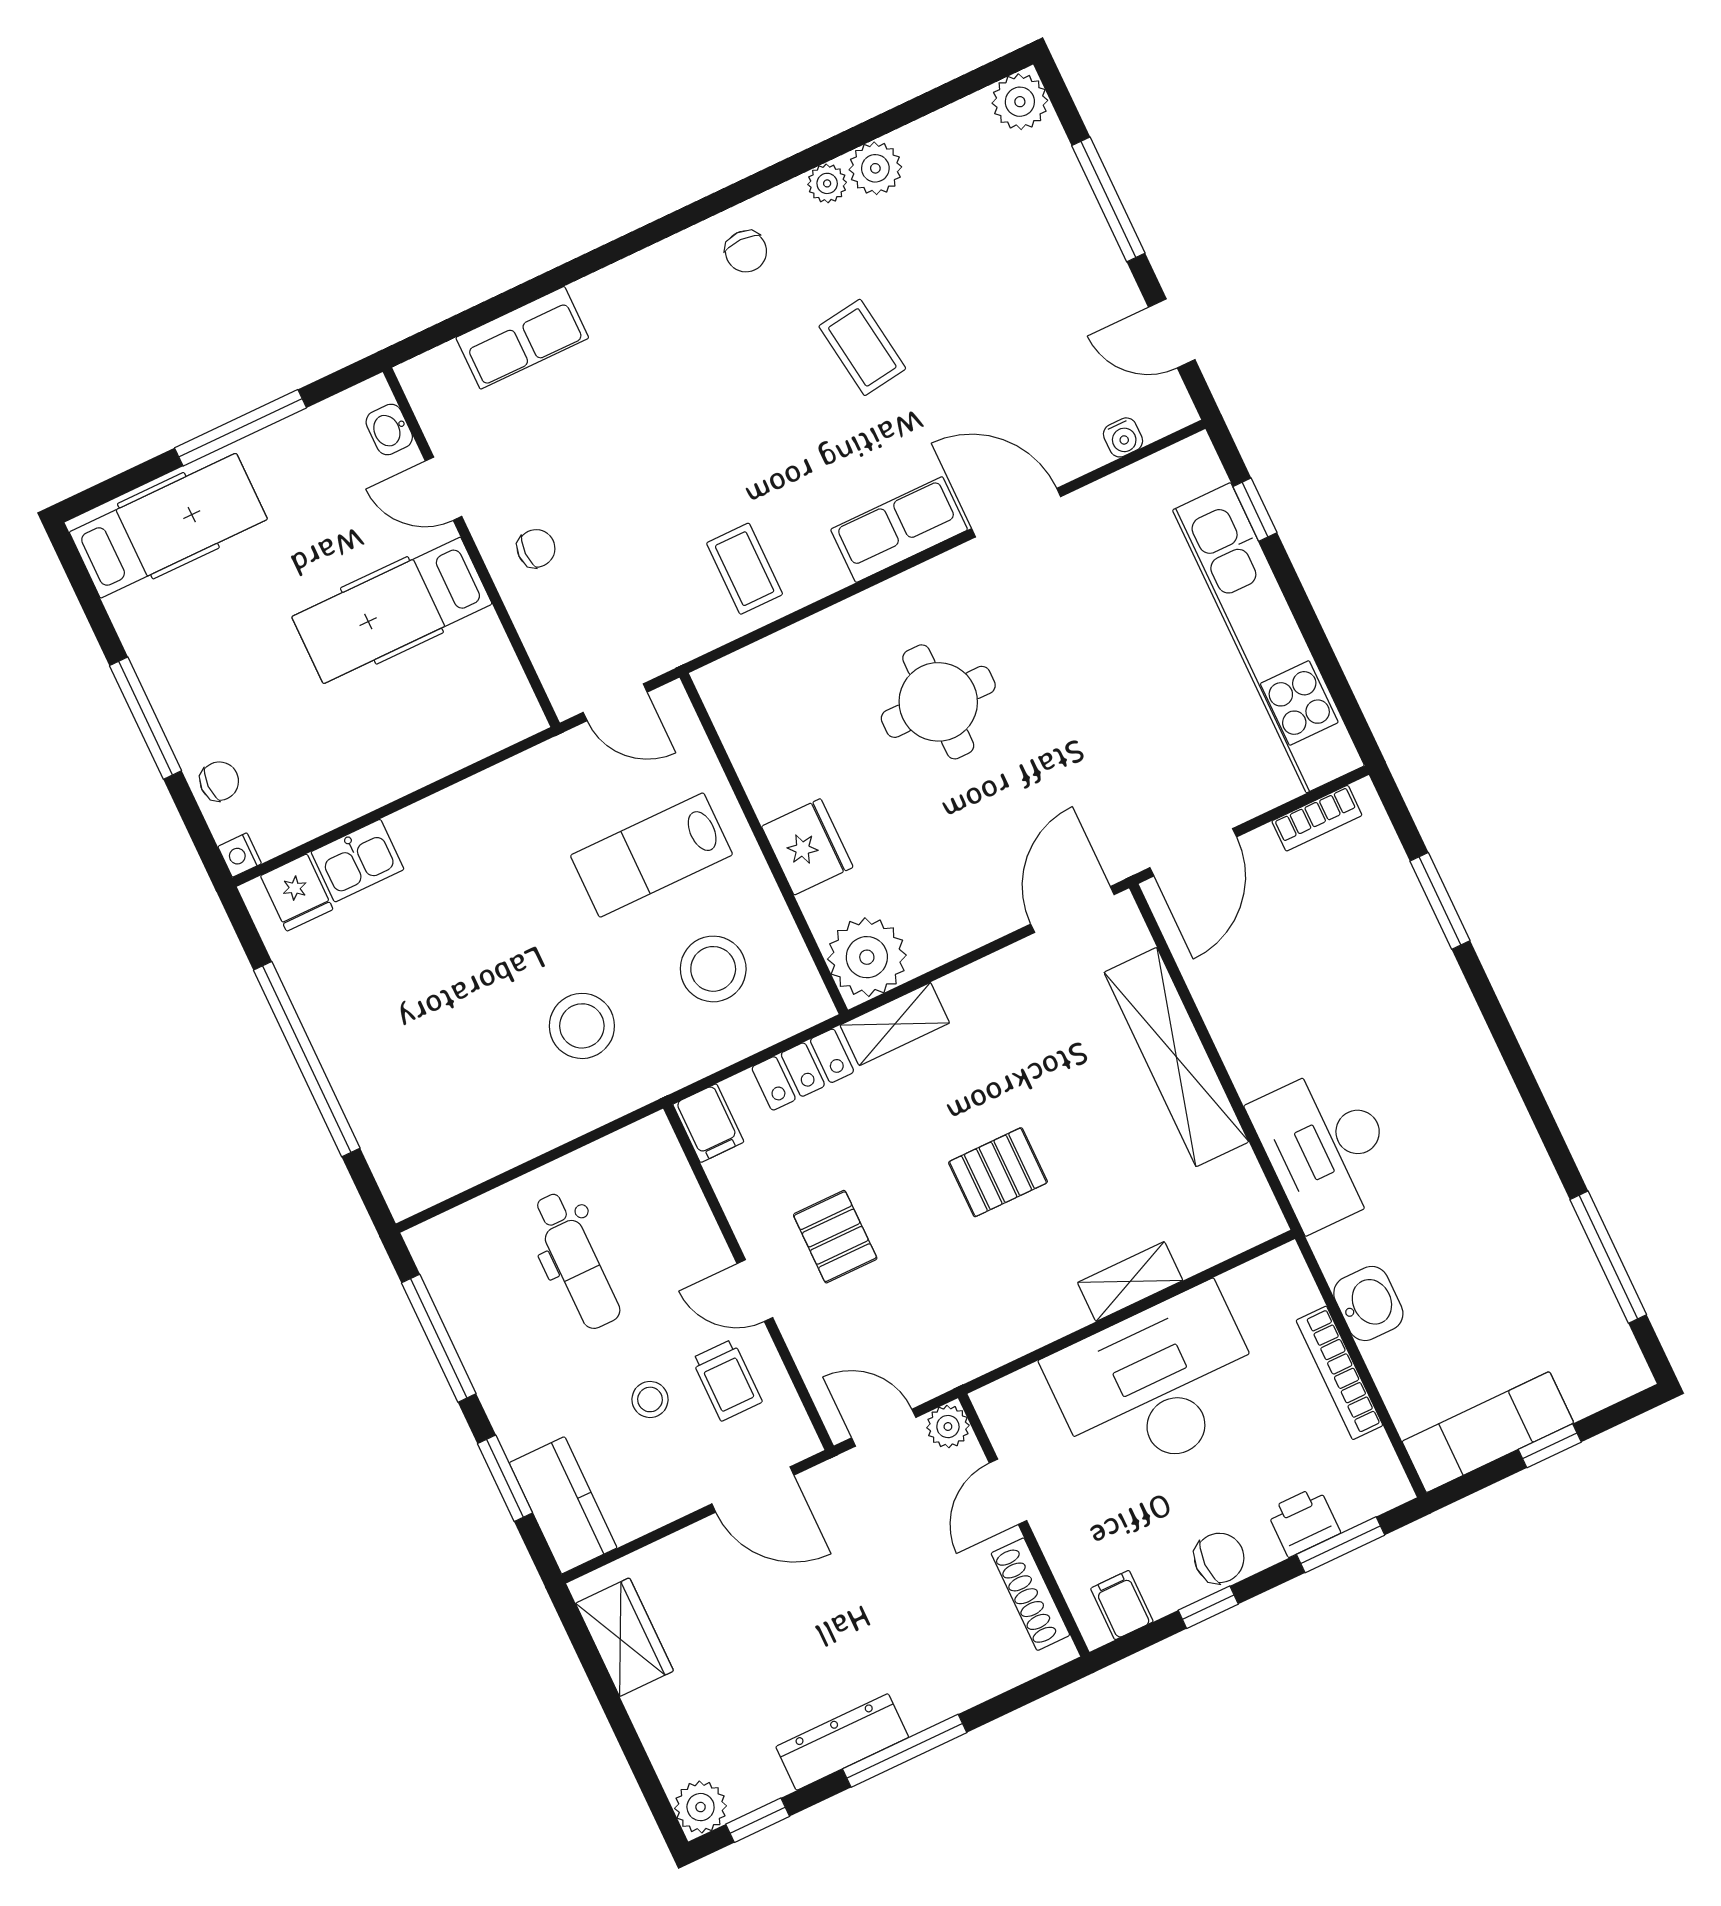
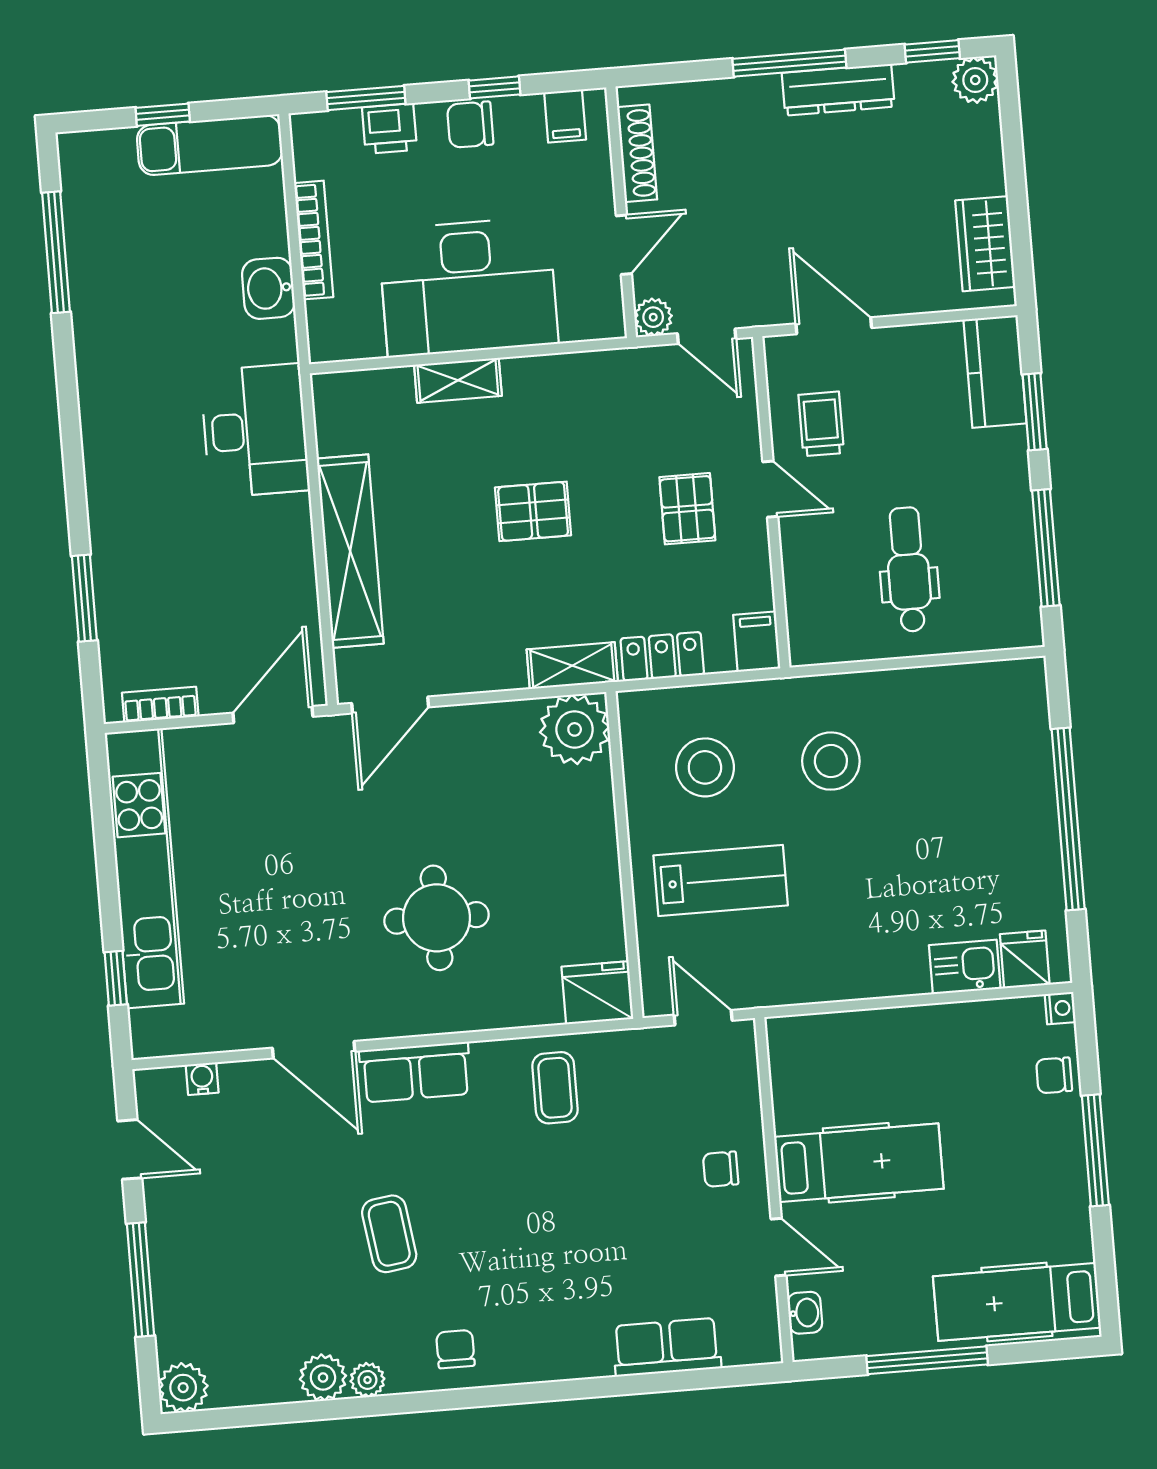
fridge: (807, 847) -> (597, 993), moved, turned 90
stool: (650, 1399) -> (891, 432), removed

